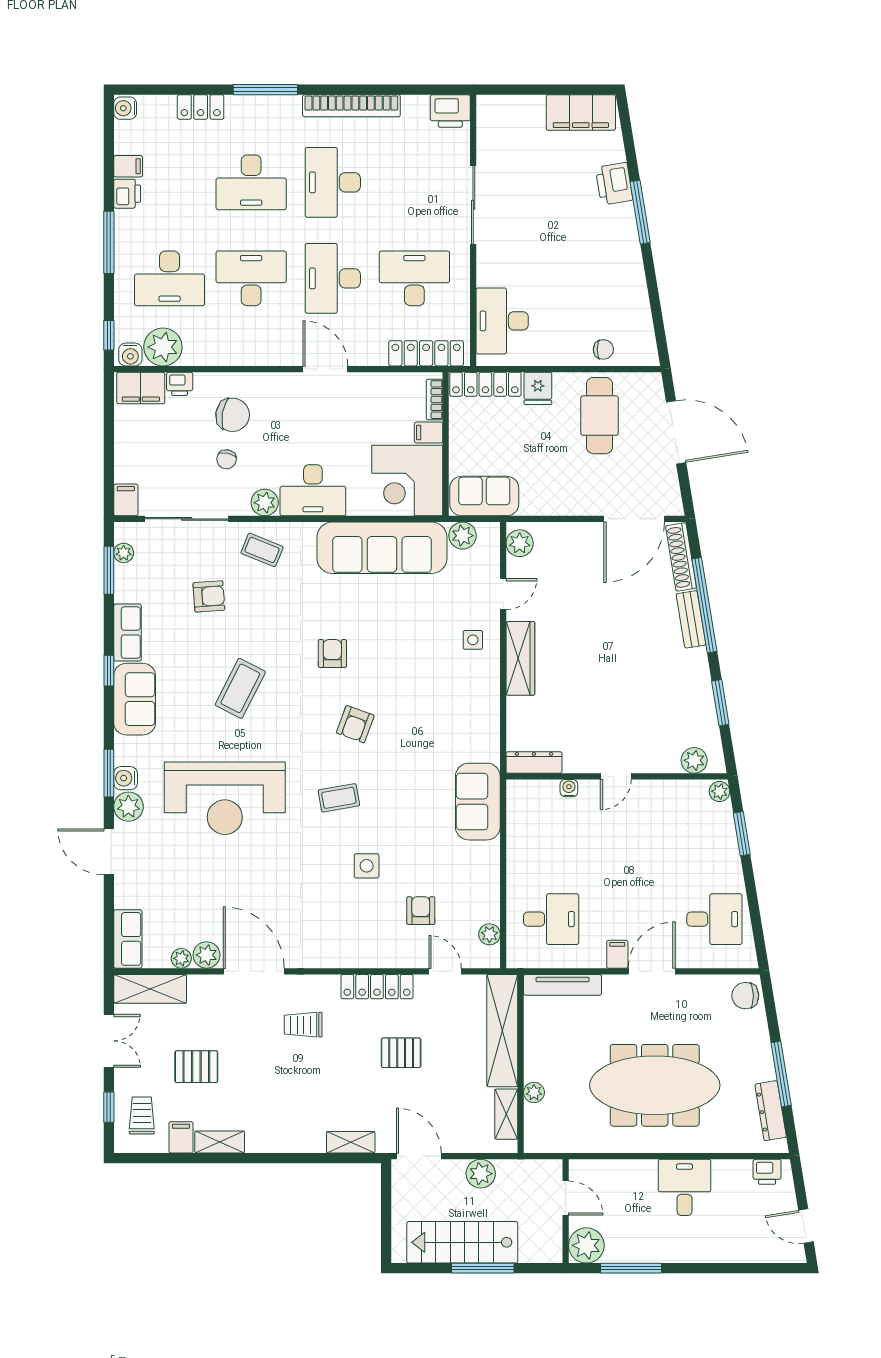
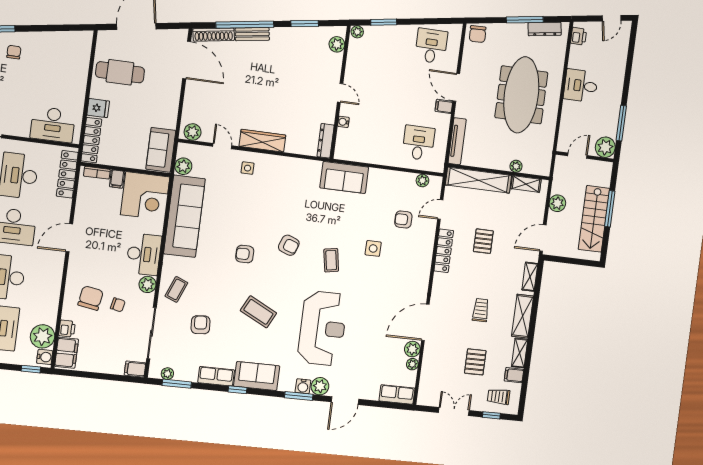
chair: (603, 349) -> (14, 52), moved
shelving: (150, 989) -> (523, 316), moved
trolley: (303, 1025) -> (481, 310), moved, turned 180

